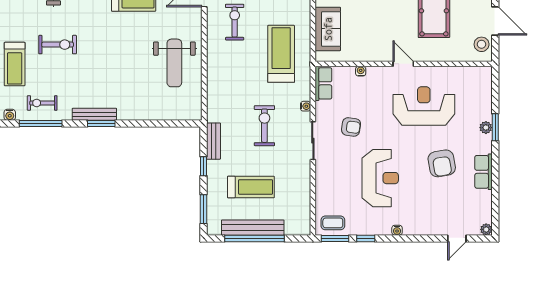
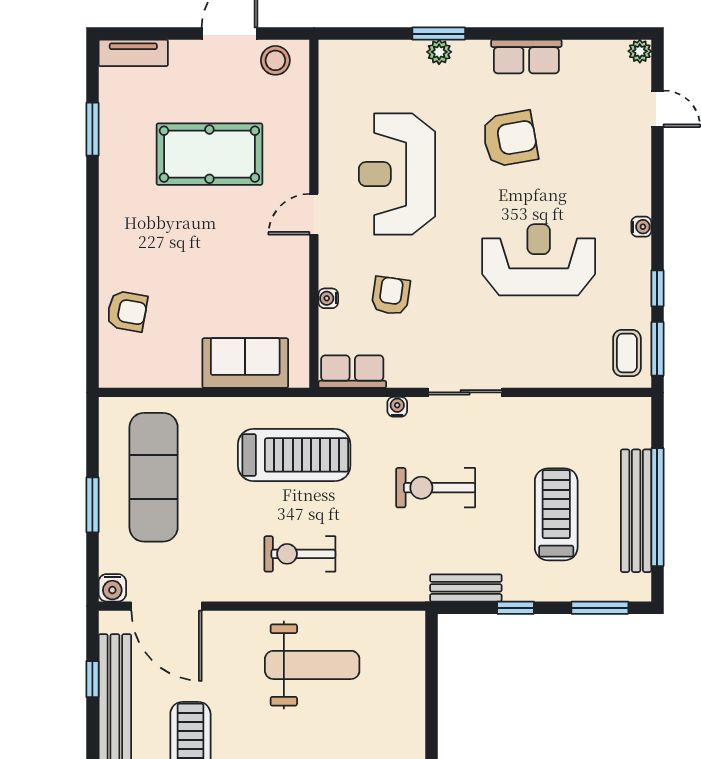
exercise bike: (235, 22) -> (300, 554), moved
treadmill: (281, 54) -> (294, 455), turned 180
armchair: (351, 127) -> (391, 296), moved

